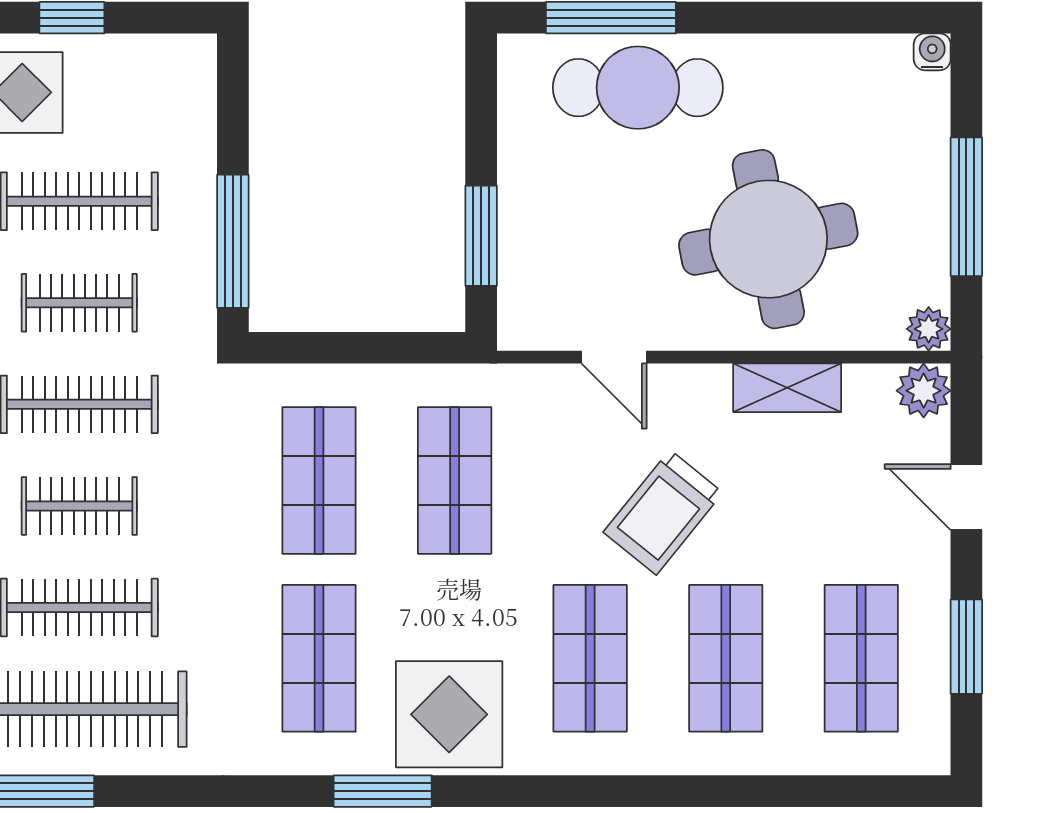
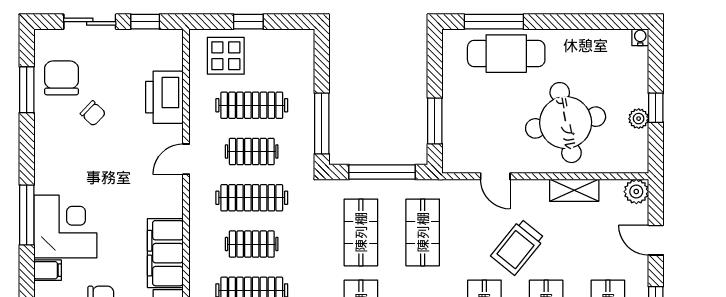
window: (966, 207) -> (656, 108), width x0.46
plant: (929, 329) -> (639, 119), moved
window: (365, 348) -> (382, 172), added

